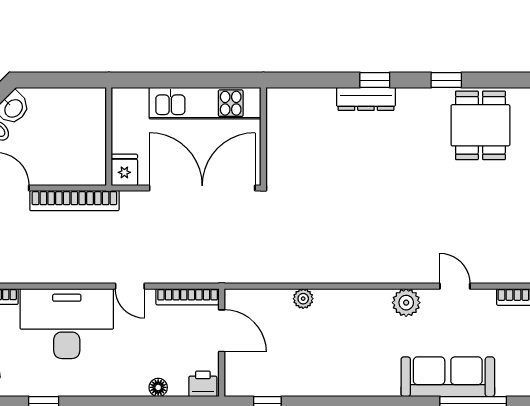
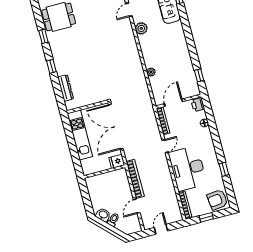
dresser: (366, 99) -> (66, 88), moved

